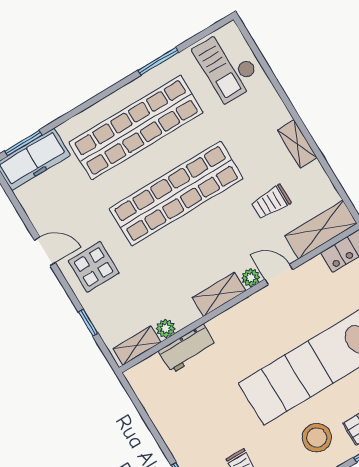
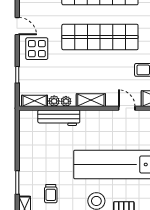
plant: (251, 278) -> (66, 101), moved
workbench: (187, 349) -> (59, 118), width x1.38

